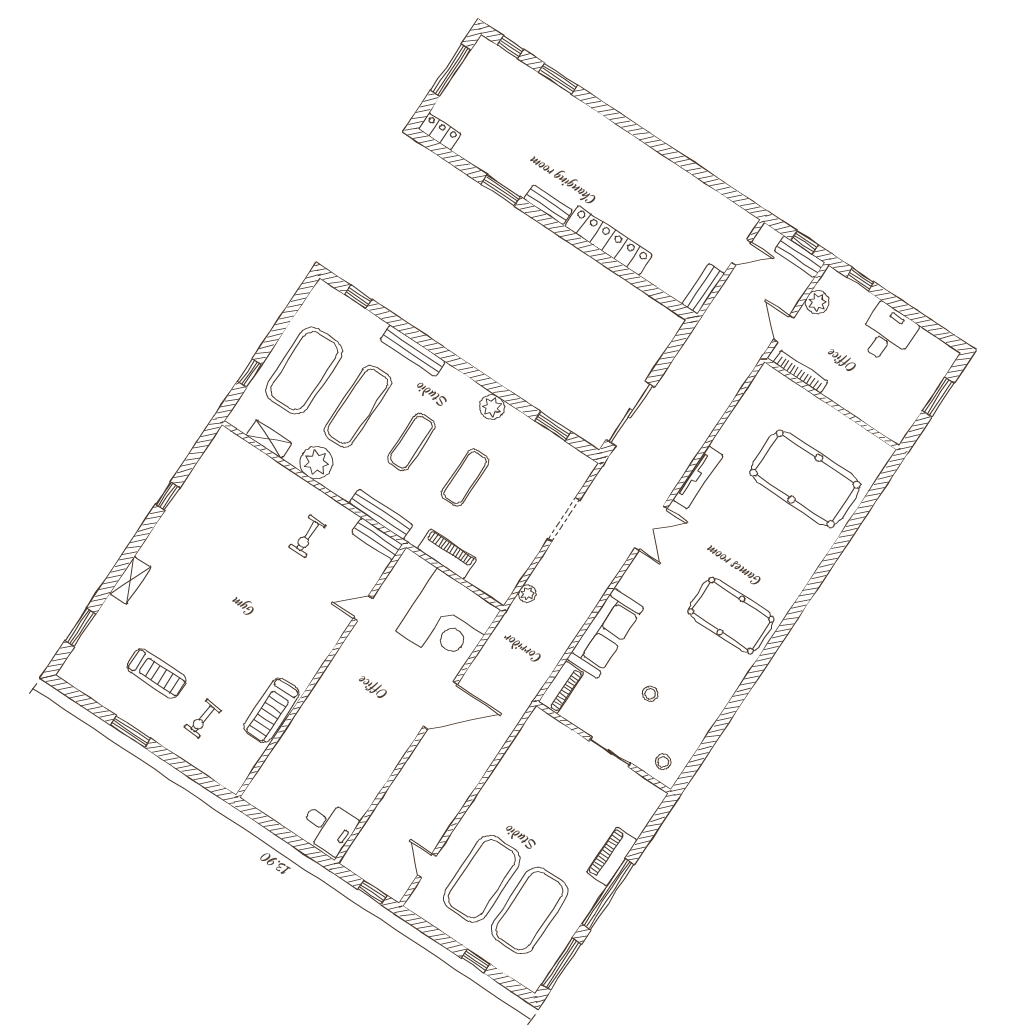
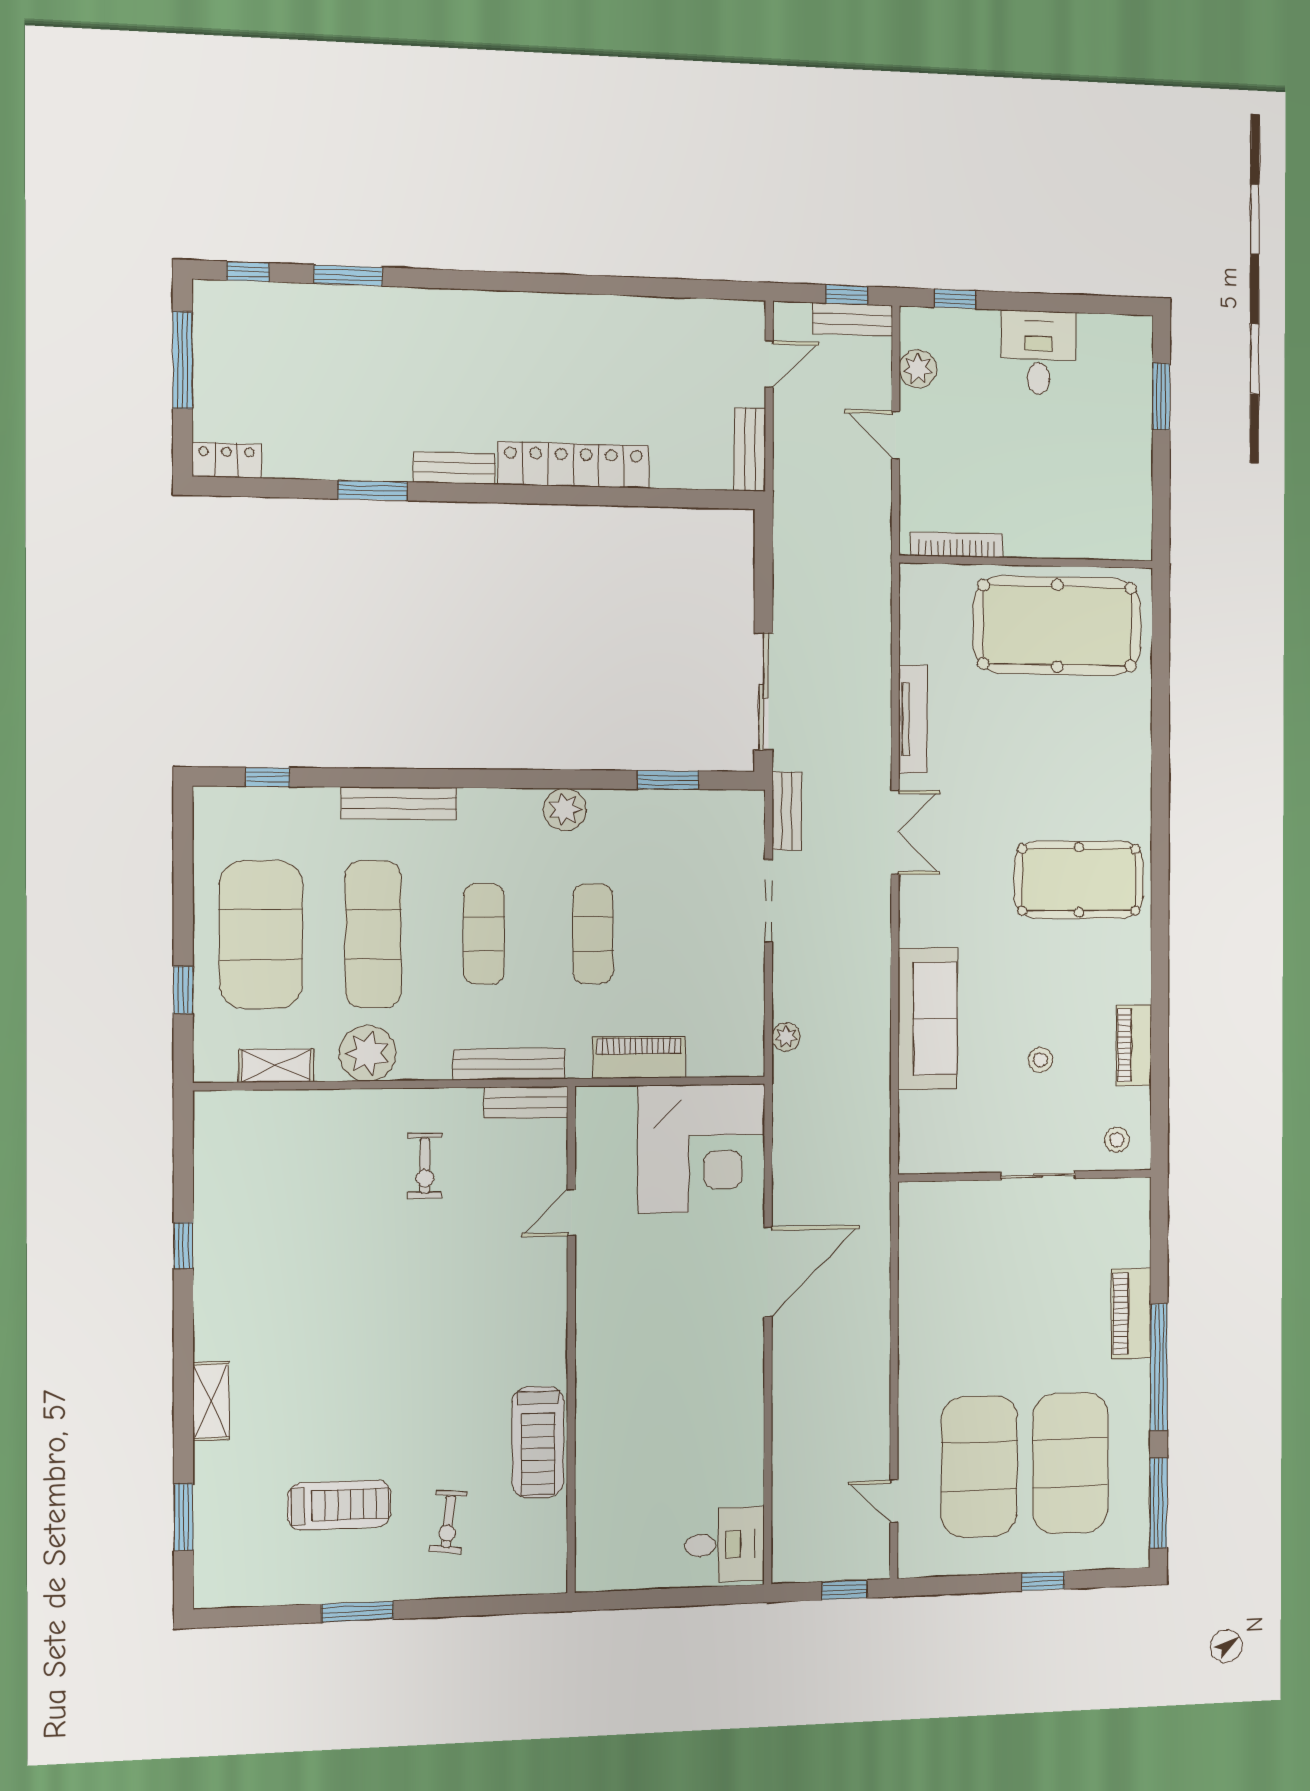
bookcase: (801, 372) -> (957, 545), moved
wall: (832, 404) -> (1027, 562), moved
bench: (603, 481) -> (787, 811), added
piano: (561, 687) -> (1134, 1045), moved, turned 180

